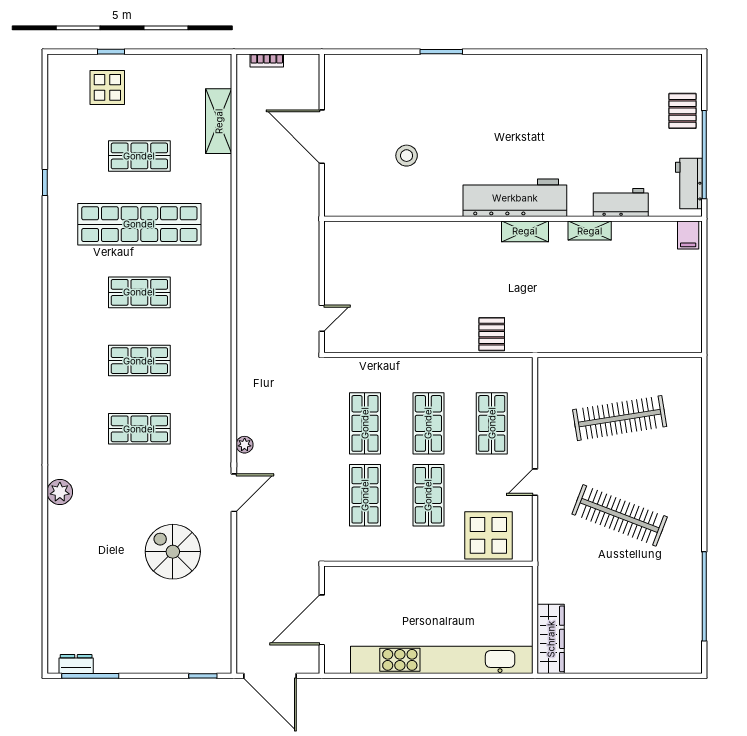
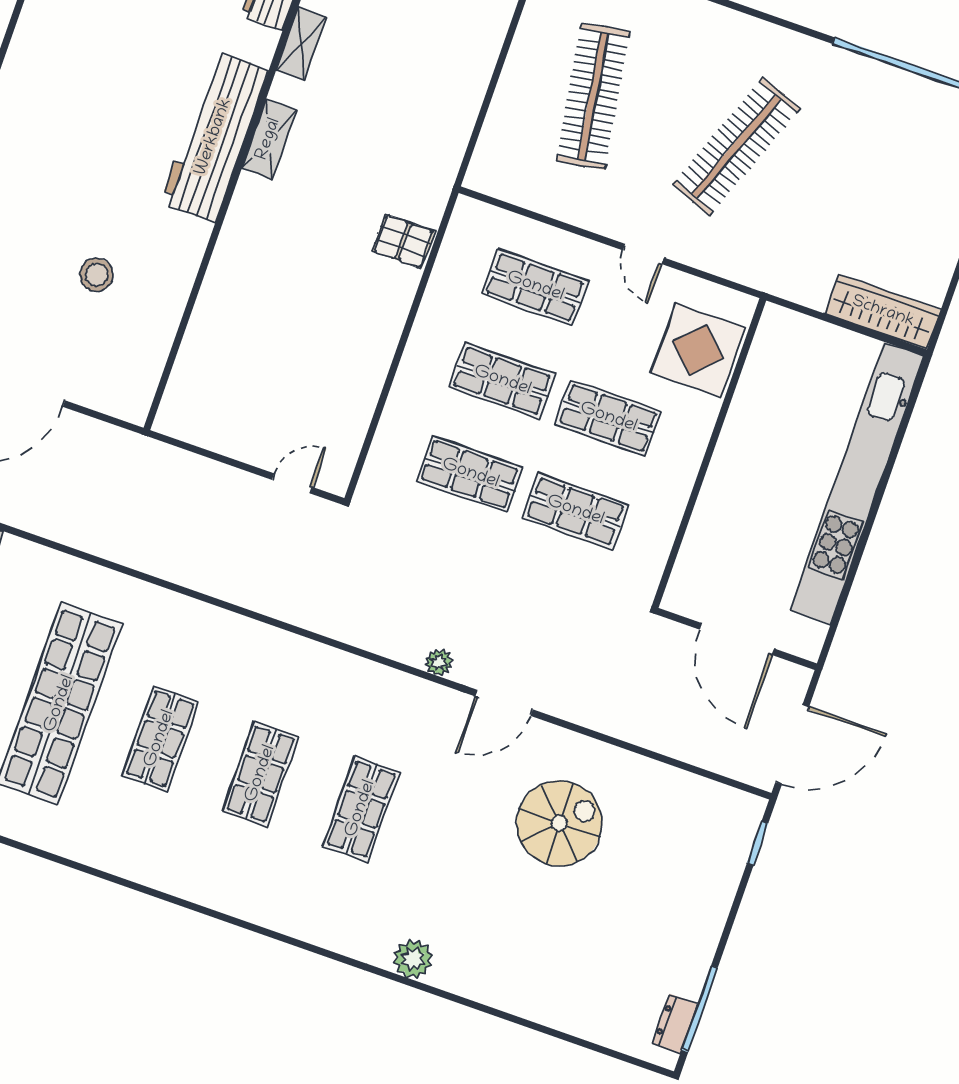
door: (322, 318) -> (292, 483), hinge flipped
door: (234, 493) -> (504, 703), swing flipped
spiral stairs: (173, 552) -> (559, 823), turned 180

